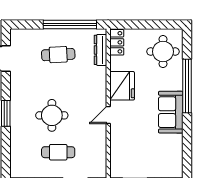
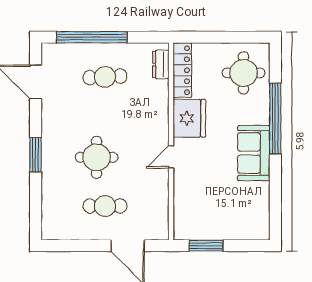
window: (70, 25) -> (92, 37), moved
locker: (117, 42) -> (182, 70), width x1.53
dresser: (100, 50) -> (161, 64), width x0.70

